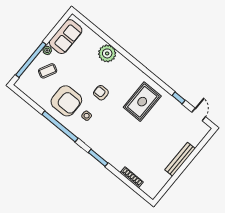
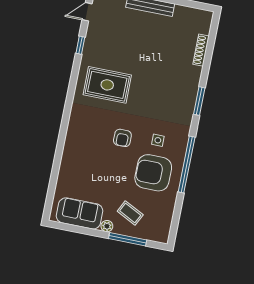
plant: (107, 53) -> (73, 155), removed
window: (31, 60) -> (128, 239), width x0.68
armchair: (66, 101) -> (153, 173), turned -90

